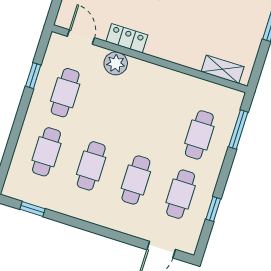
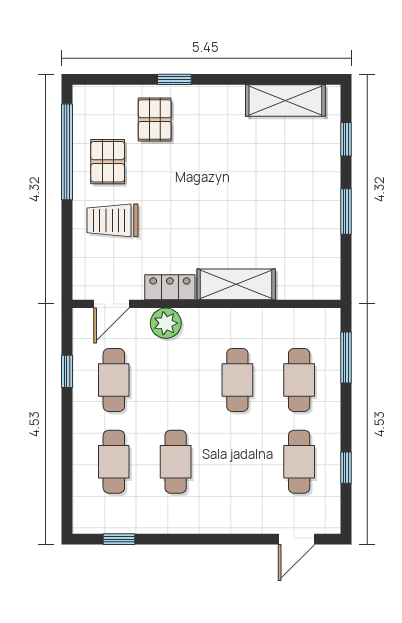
door: (81, 37) -> (112, 304), swing flipped
shelving: (223, 69) -> (236, 284), moved, width x1.50, depth x1.33
cafe table: (136, 180) -> (237, 380), moved

